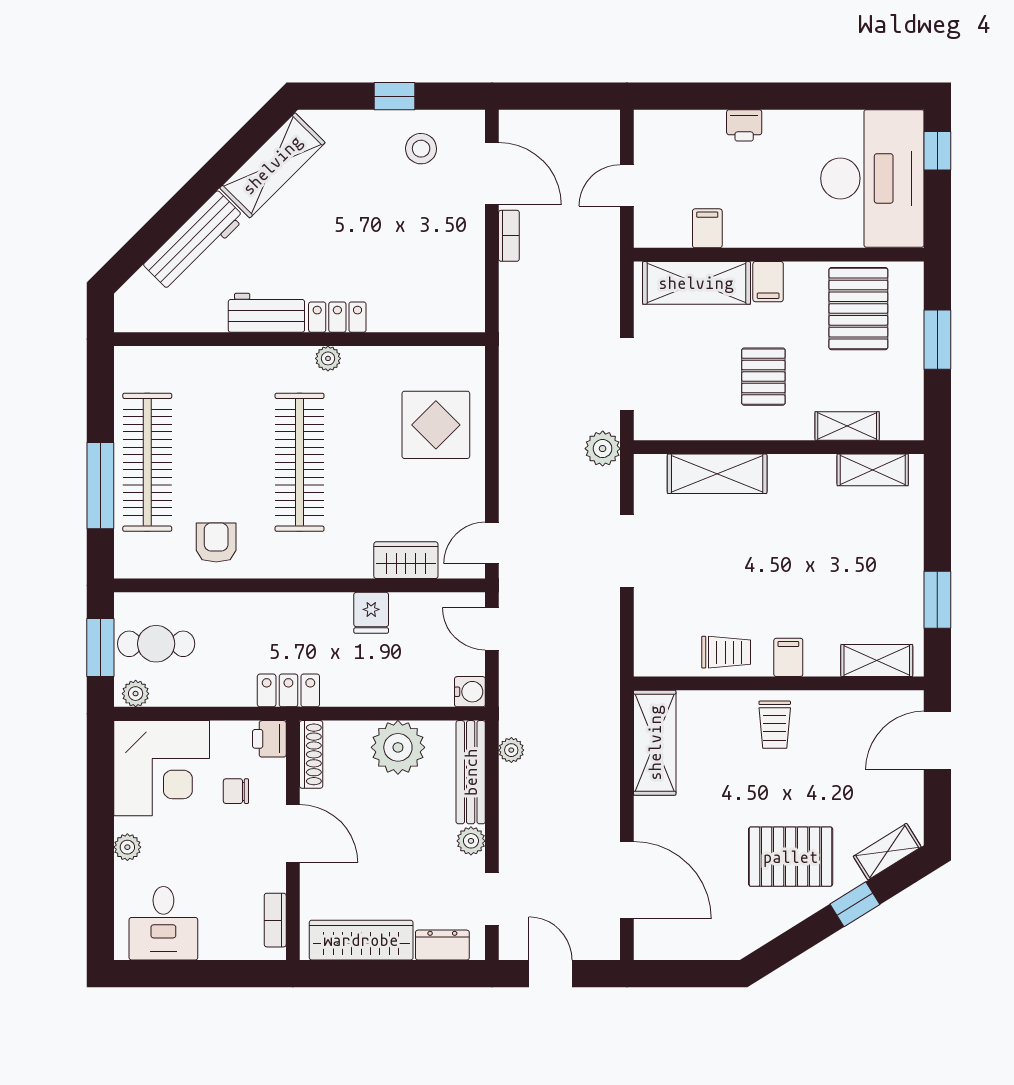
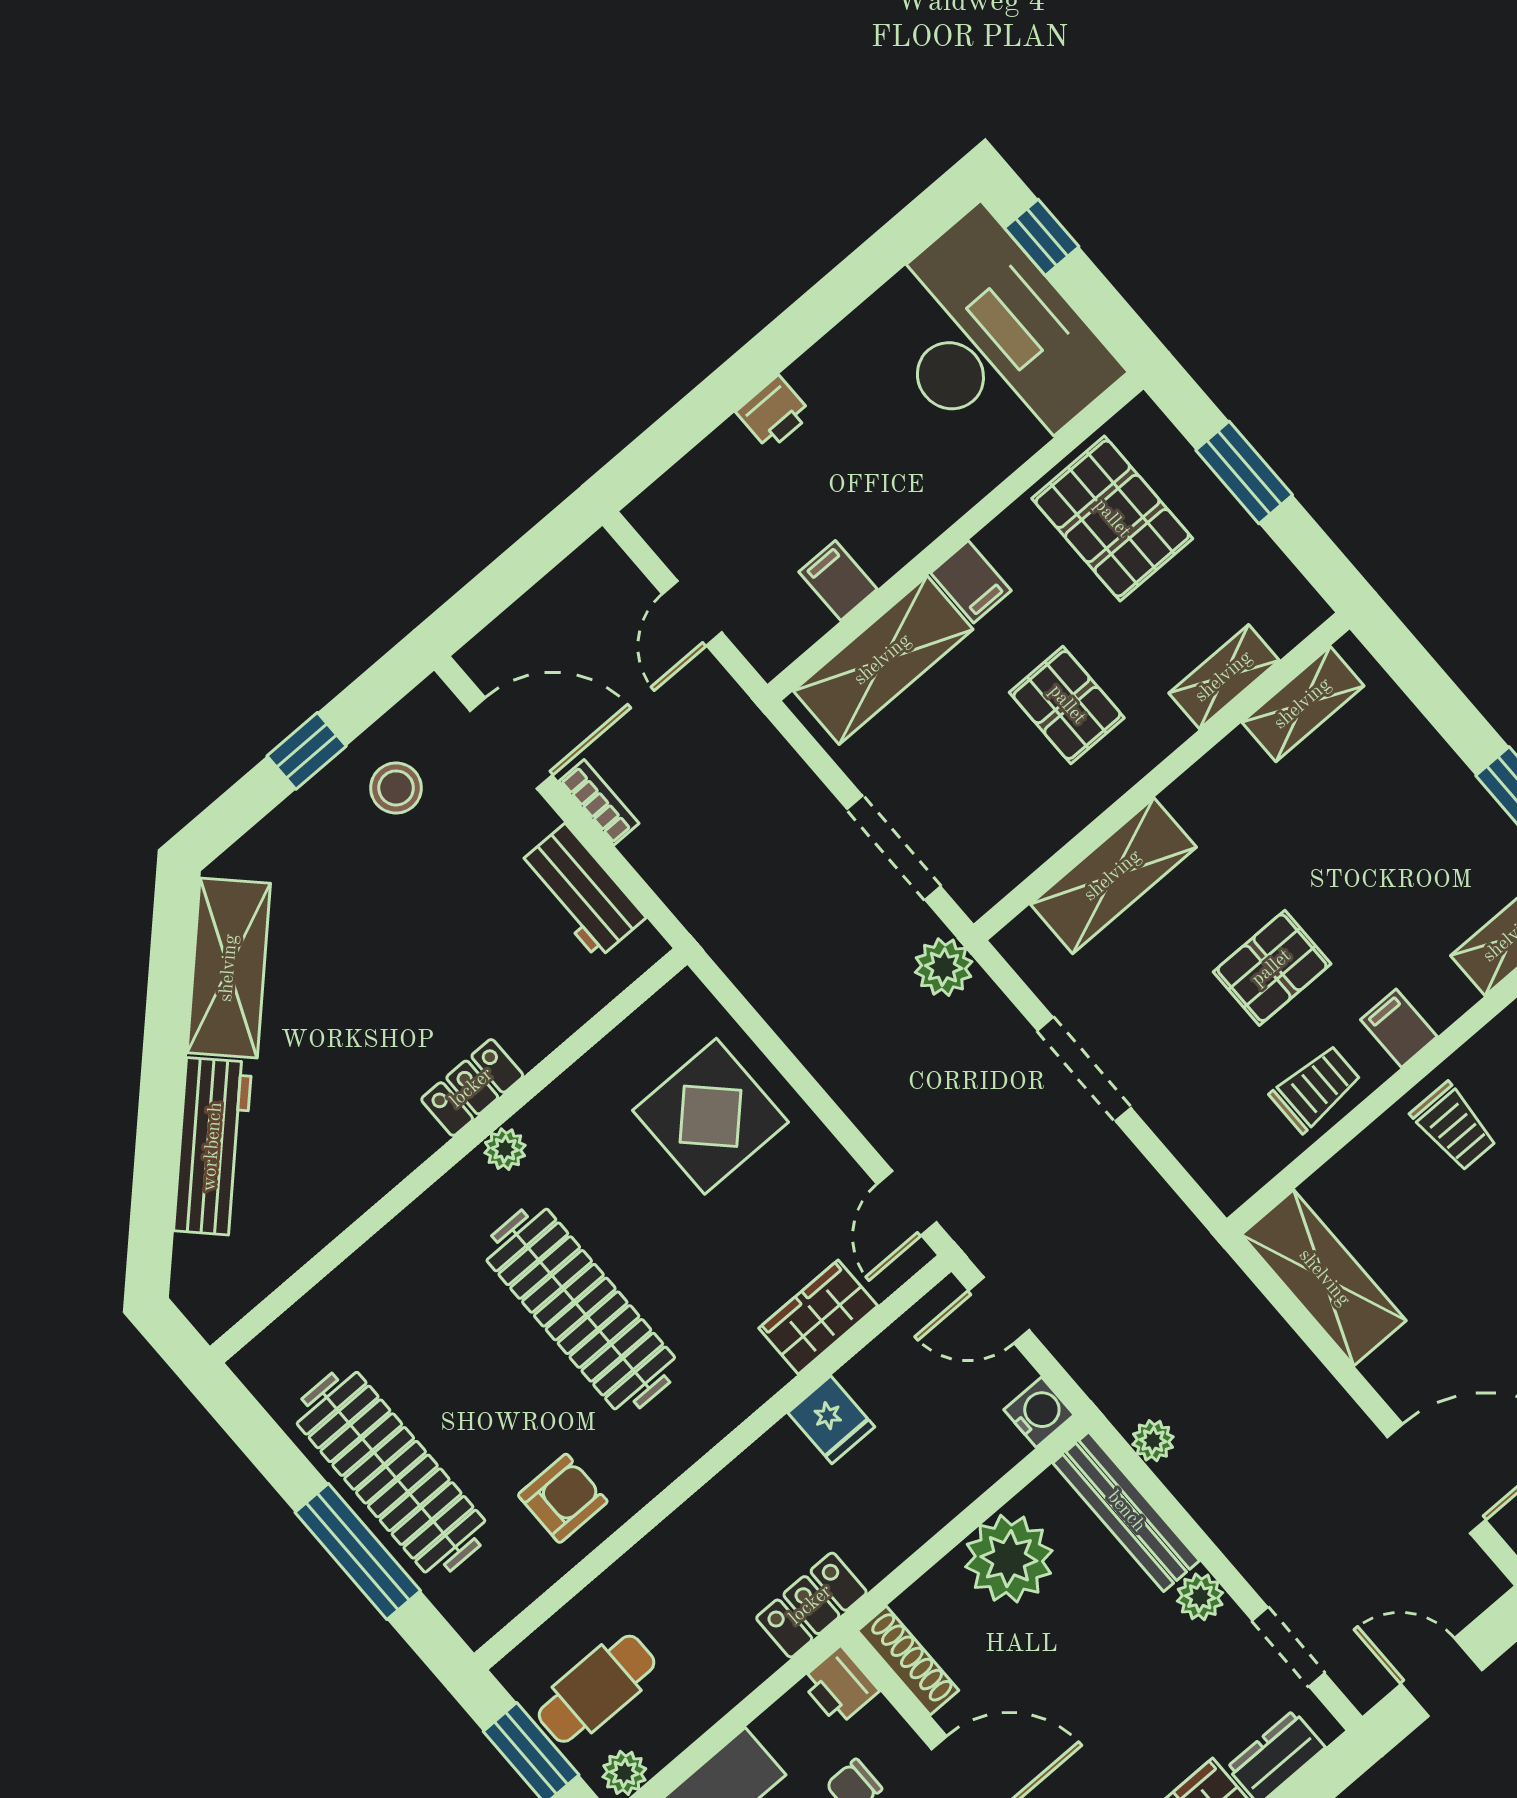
workbench: (266, 313) -> (581, 891), moved, turned -90
armchair: (216, 542) -> (563, 1498), turned 90
pallet: (754, 579) -> (1272, 968), added

